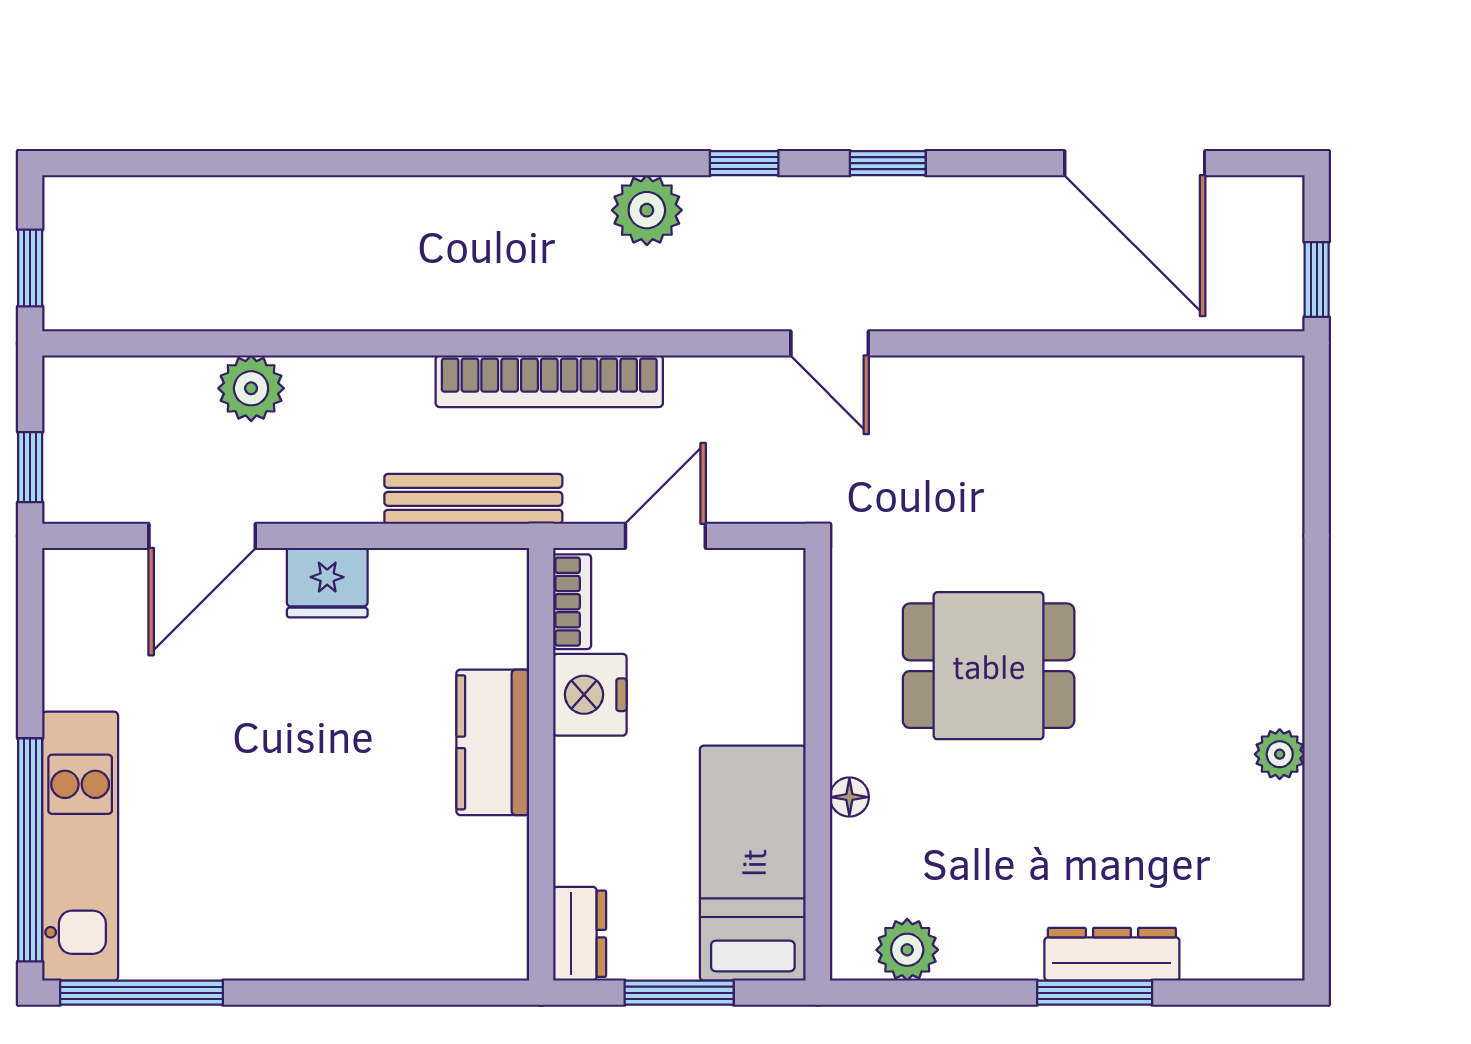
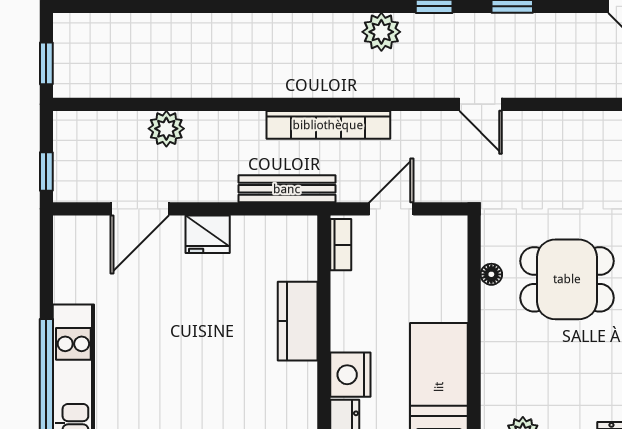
nightstand: (590, 695) -> (350, 375), moved
floor lamp: (849, 797) -> (491, 274), moved

